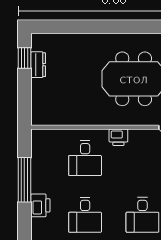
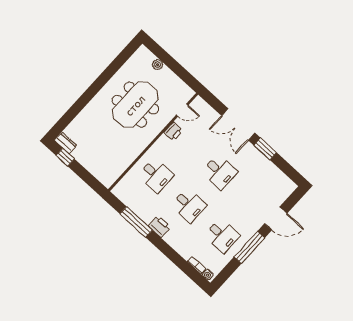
dresser: (38, 65) -> (66, 143), moved
printer: (118, 137) -> (173, 131), moved

